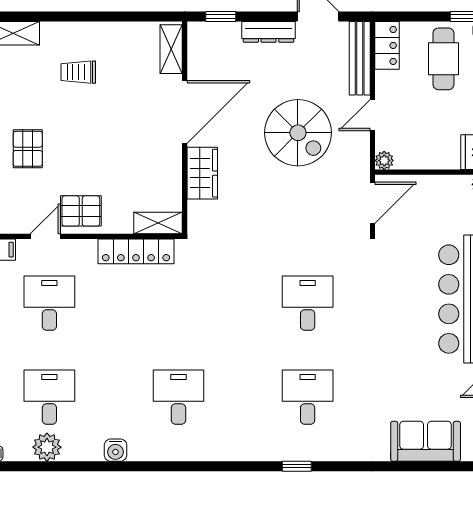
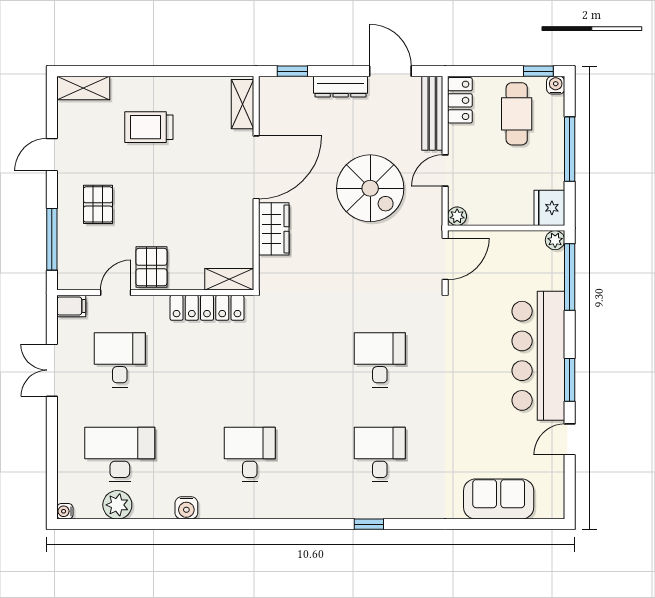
trolley: (78, 72) -> (149, 127), width x1.36, depth x1.39
pallet: (81, 211) -> (151, 267), turned 90
desk: (49, 397) -> (120, 455), width x1.37

